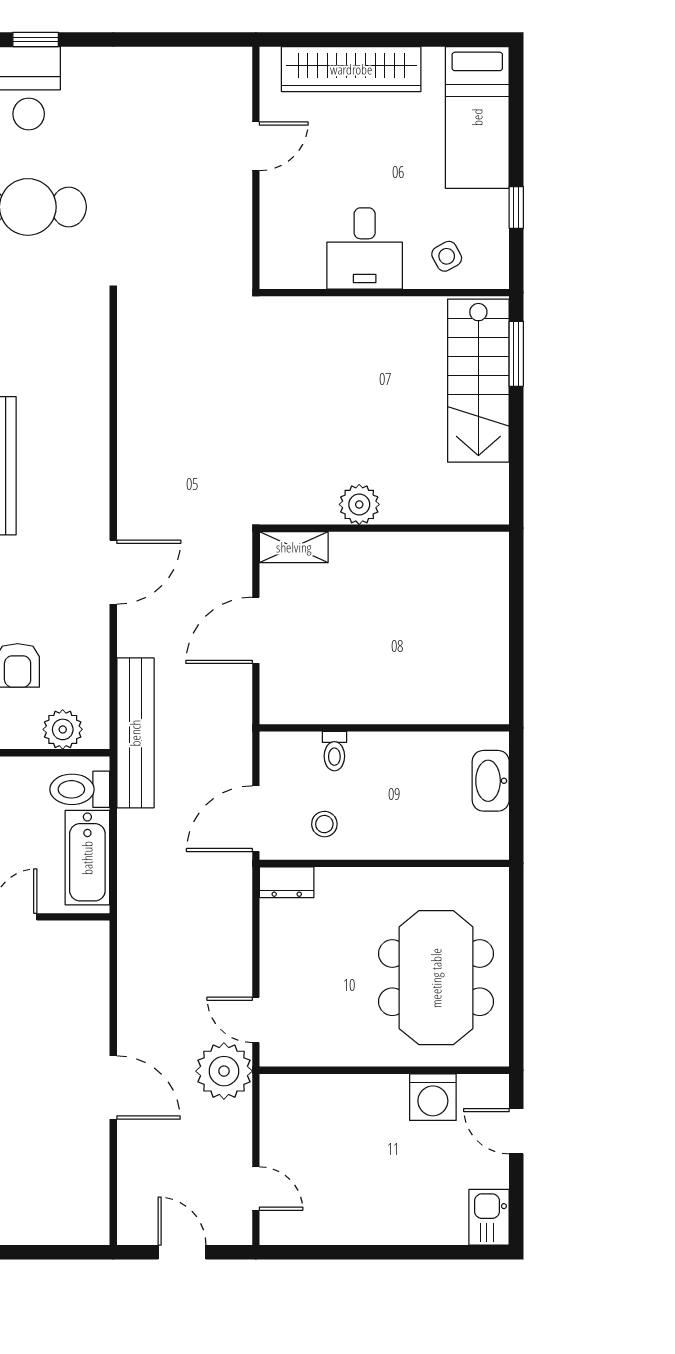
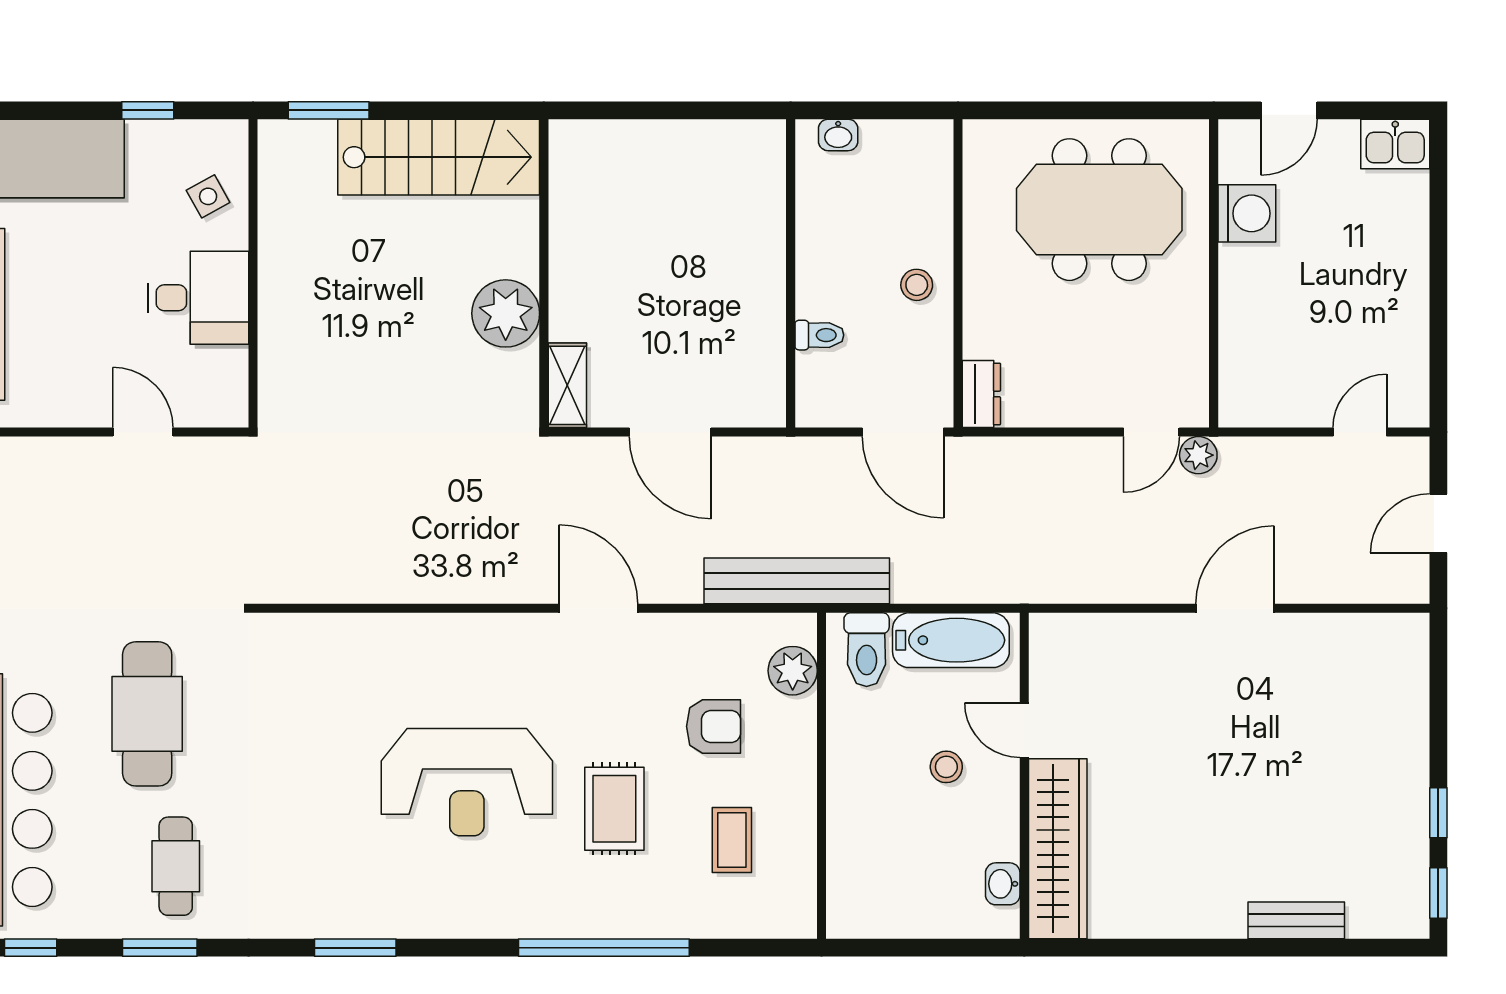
door: (256, 146) -> (143, 432), moved
stairs: (478, 381) -> (439, 157), moved
plant: (359, 504) -> (506, 313), width x1.36, depth x1.36
washbasin: (491, 781) -> (838, 135), width x0.52, depth x0.69
stool: (324, 824) -> (917, 285), moved
plant: (224, 1071) -> (1198, 455), width x0.53, depth x0.53

